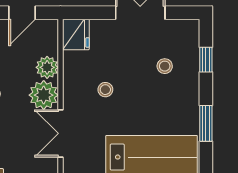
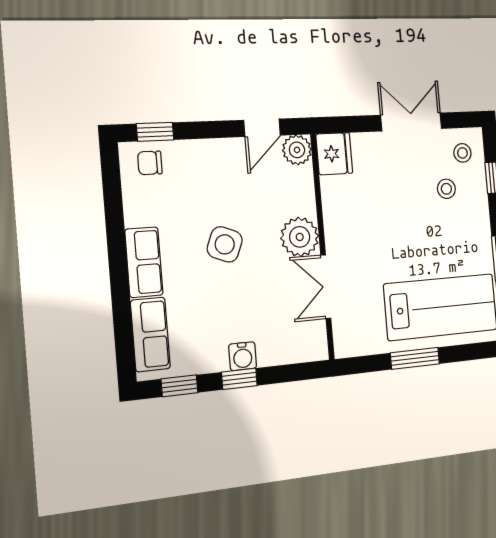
plant: (47, 67) -> (297, 150), moved
stool: (105, 90) -> (462, 153), moved

